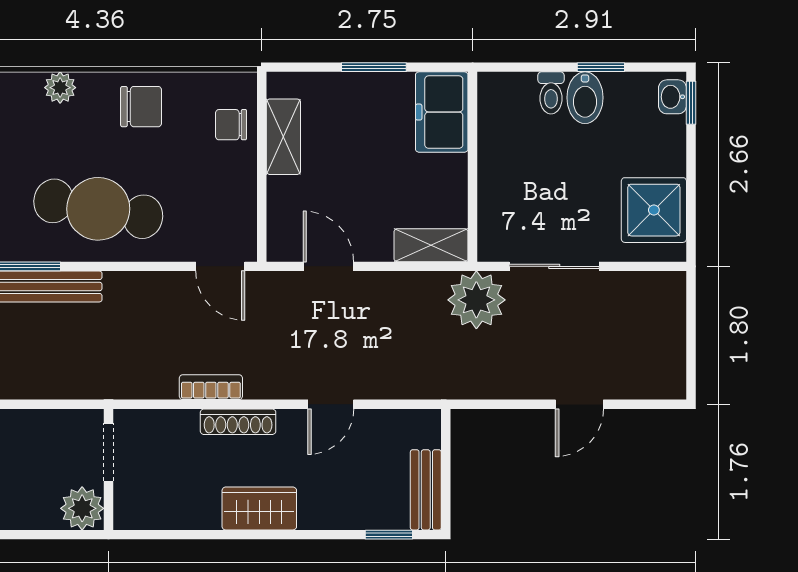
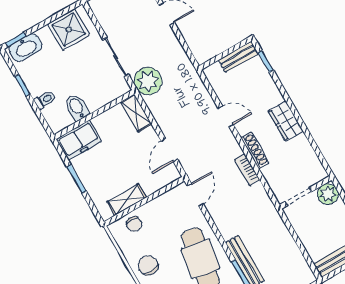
washbasin: (672, 97) -> (26, 48), width x1.91, depth x1.45
bidet: (585, 98) -> (77, 108), moved, turned -90

